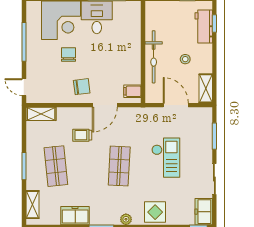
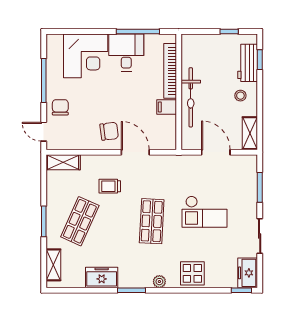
bookcase: (135, 34) -> (170, 71), added
chair: (68, 54) -> (60, 107), moved
stool: (185, 59) -> (240, 96), moved
filing cabinet: (132, 91) -> (167, 107), moved
door: (105, 105) -> (135, 152), swing flipped
checkout: (166, 158) -> (205, 212), turned 90
shop shelf: (56, 166) -> (80, 221), turned 30

